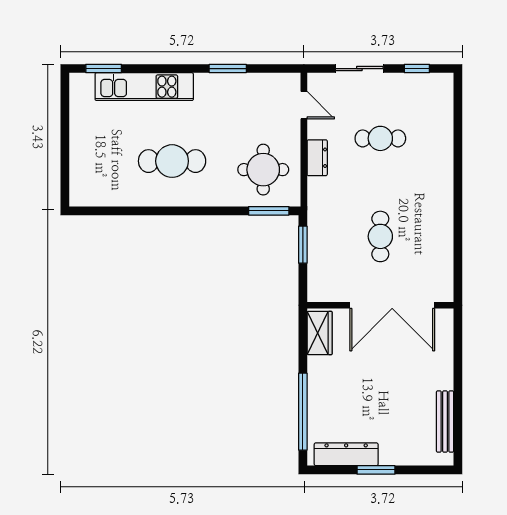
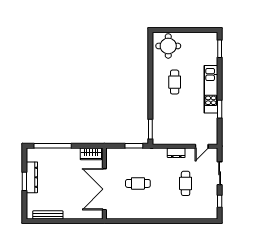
kitchen unit: (144, 87) -> (211, 89), moved
cafe table: (172, 161) -> (175, 82), width x0.73, depth x0.74
round table: (263, 170) -> (168, 46), moved
dresser: (346, 454) -> (32, 177), moved

